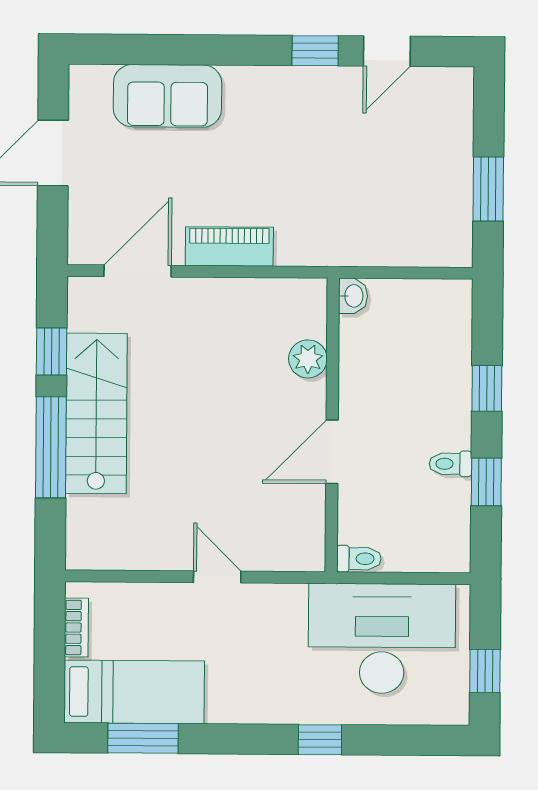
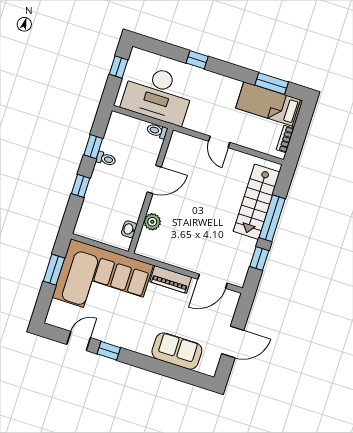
corner sofa: (375, 197) -> (103, 281), added
washbasin: (353, 296) -> (129, 229), moved
stairs: (96, 413) -> (257, 202), moved

